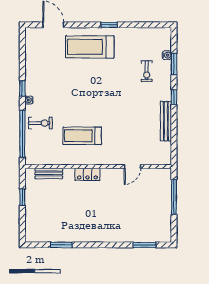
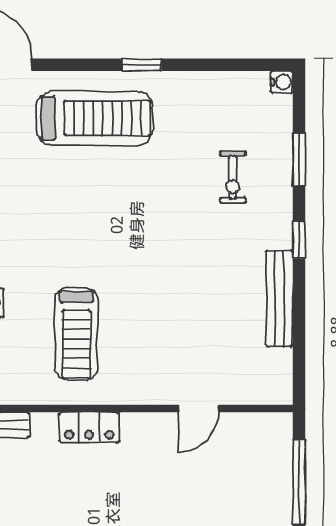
treadmill: (90, 47) -> (95, 118), turned 180
water cooler: (167, 55) -> (282, 82), moved
treadmill: (82, 136) -> (76, 334), turned -90

